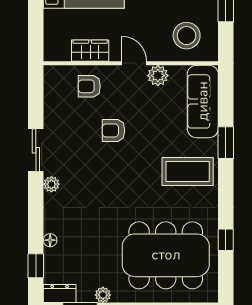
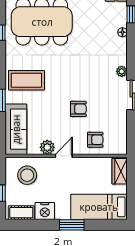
wardrobe: (90, 51) -> (120, 171), moved, turned 90
door: (134, 63) -> (64, 156), swing flipped

